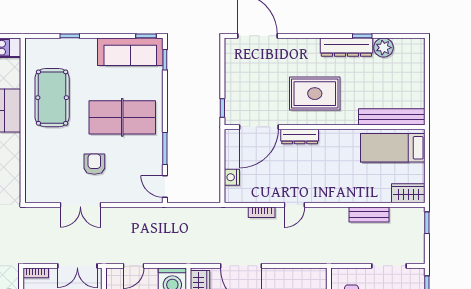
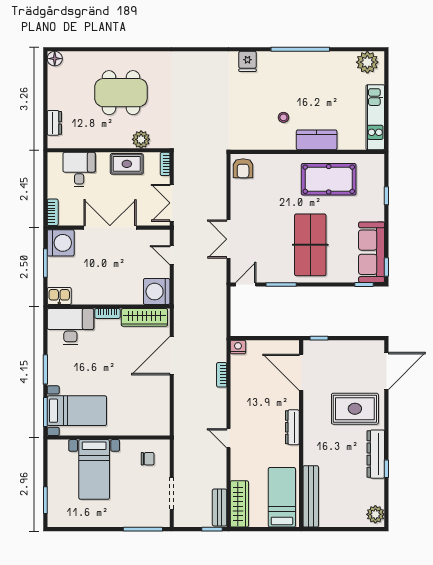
plant: (384, 48) -> (375, 514), moved
rug: (315, 94) -> (355, 409), moved, turned 90
dresser: (300, 137) -> (292, 427), moved
armchair: (94, 164) -> (243, 168), moved, turned 90
nightstand: (232, 177) -> (238, 347), moved
wardrobe: (408, 193) -> (239, 504), width x1.50
double door: (80, 205) -> (229, 239), moved
door: (294, 205) -> (229, 438), moved
bench: (369, 215) -> (220, 507), moved

